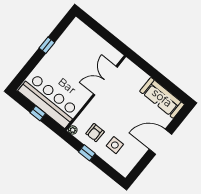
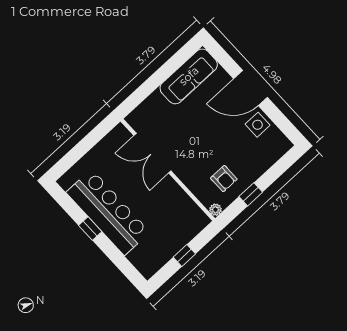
bar counter: (49, 100) -> (108, 212), moved, turned 90
door: (160, 142) -> (250, 88), hinge flipped
side table: (115, 145) -> (258, 125), moved

